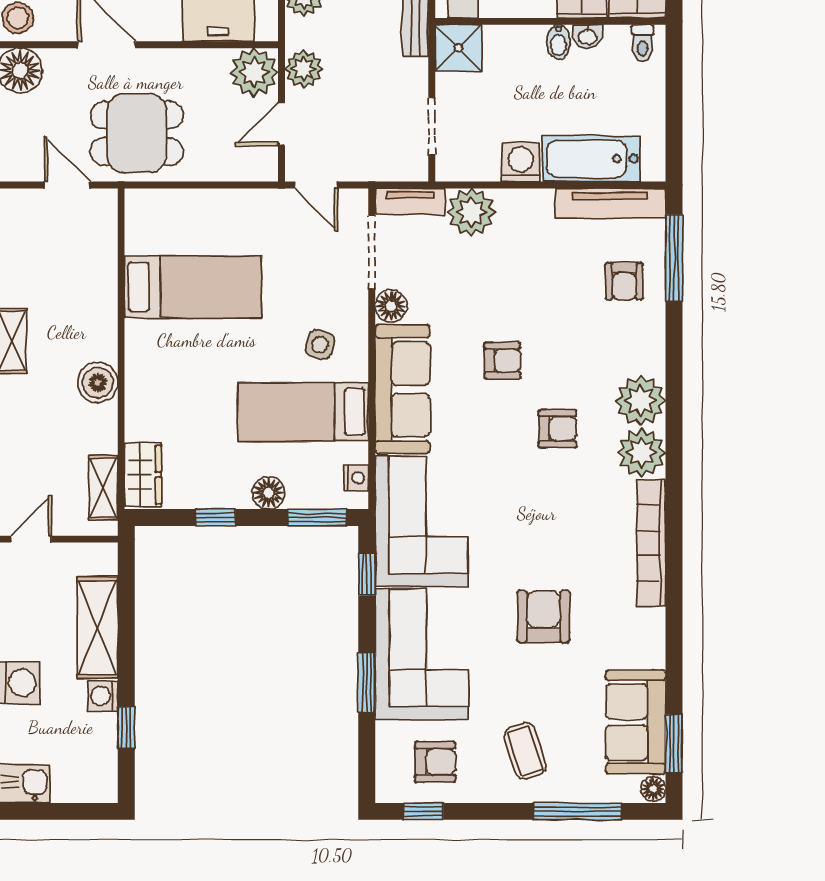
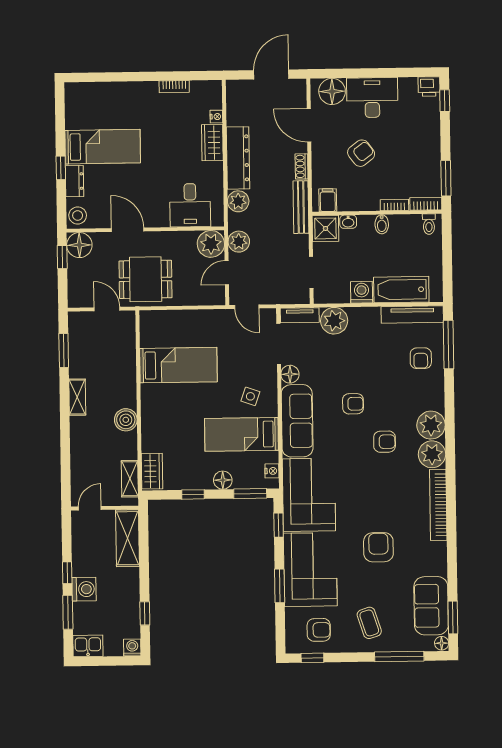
washbasin: (588, 37) -> (348, 222), moved
shelving: (97, 628) -> (127, 538), moved
washing machine: (103, 696) -> (132, 648), moved, turned 90

